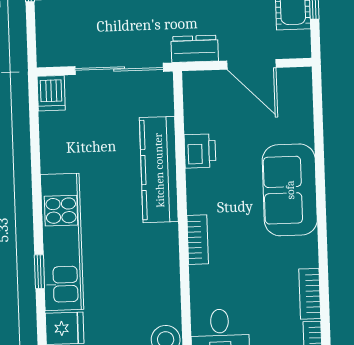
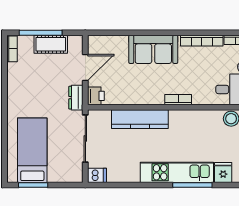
printer: (200, 151) -> (96, 96), moved, turned 90
window: (39, 272) -> (192, 185), width x2.17
bookcase: (310, 294) -> (202, 41), width x1.56

